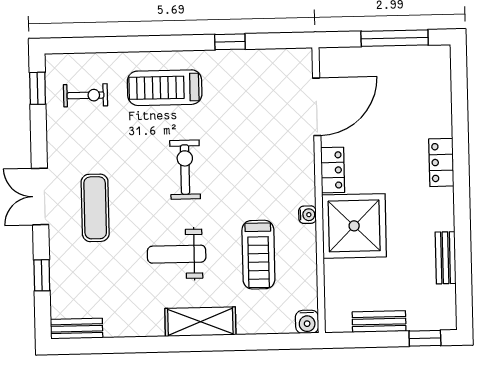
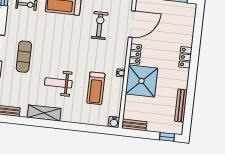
exercise bike: (185, 170) -> (100, 25), moved
bench: (446, 258) -> (181, 106), width x1.36
shelving: (200, 322) -> (44, 113), moved
bench: (379, 322) -> (134, 125), moved

